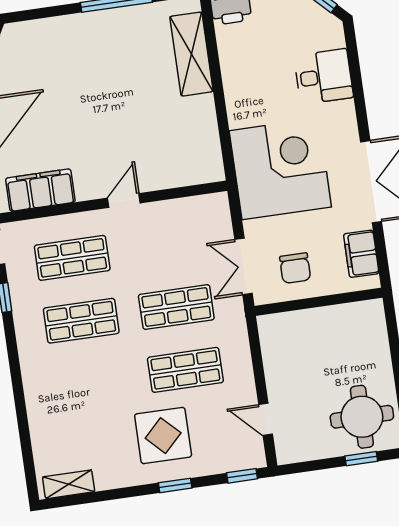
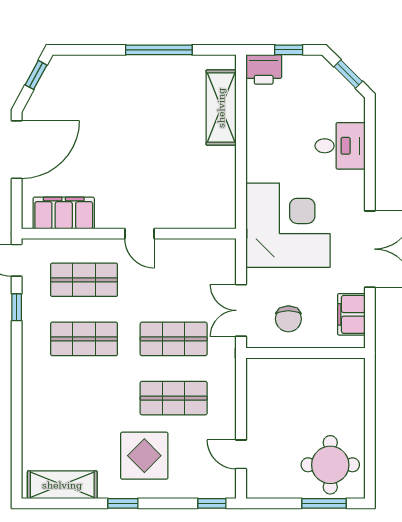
door: (124, 200) -> (139, 234), swing flipped
window: (361, 459) -> (324, 503), width x1.50
shelving: (69, 484) -> (62, 485), width x1.50, depth x1.33
window: (175, 485) -> (123, 503), moved

